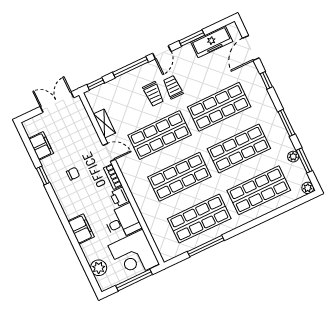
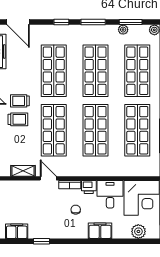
window: (266, 80) -> (61, 22), moved
door: (109, 152) -> (48, 178), hinge flipped
chair: (73, 174) -> (76, 210), moved

